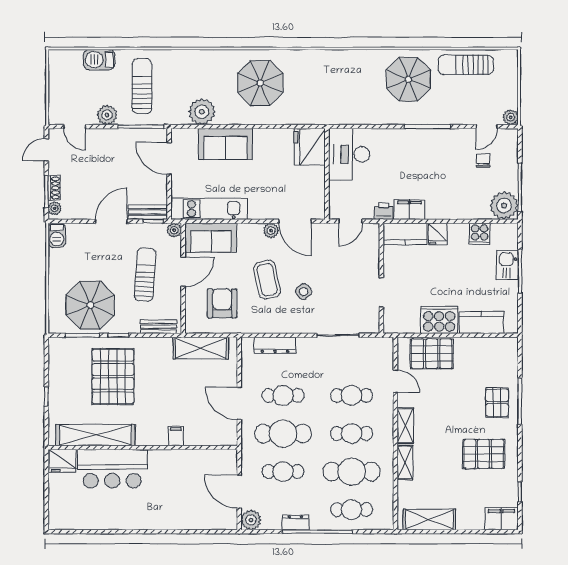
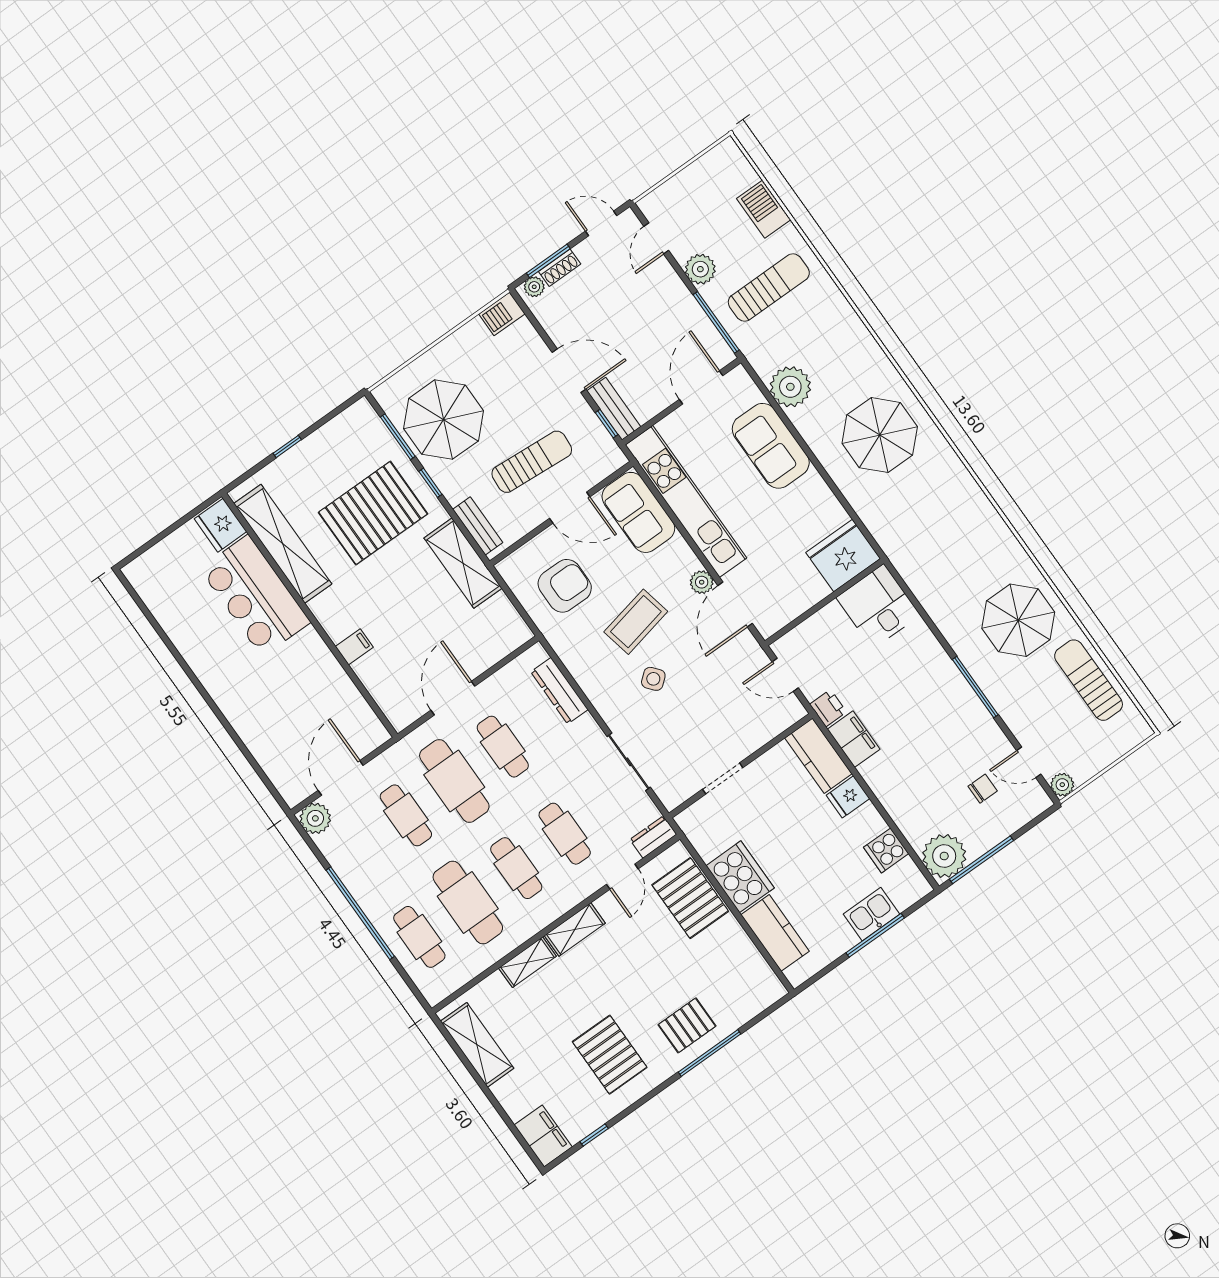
desk: (349, 154) -> (878, 606), width x0.73
kitchen unit: (209, 209) -> (686, 501), width x1.36
plant: (174, 230) -> (615, 459), removed
shelving: (201, 348) -> (463, 563), moved
dresser: (295, 522) -> (653, 837), moved, turned -90

